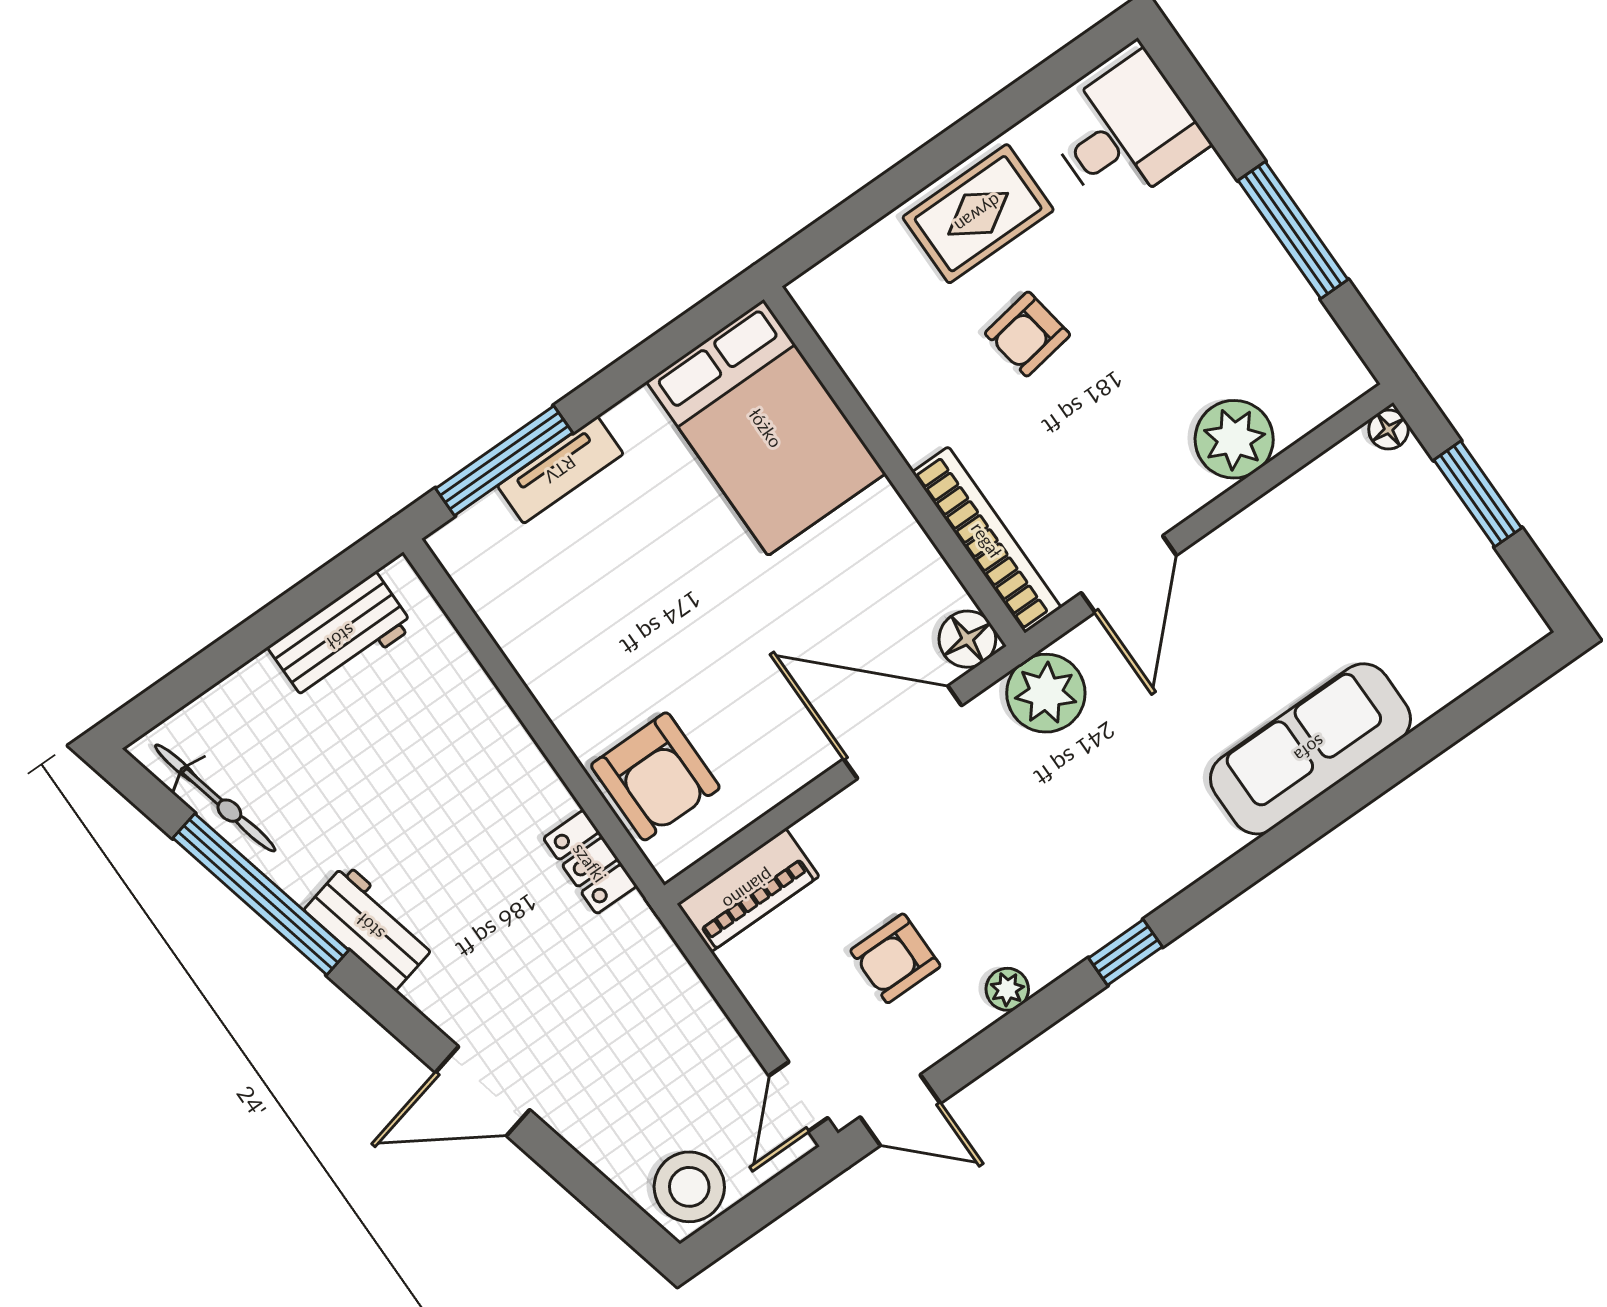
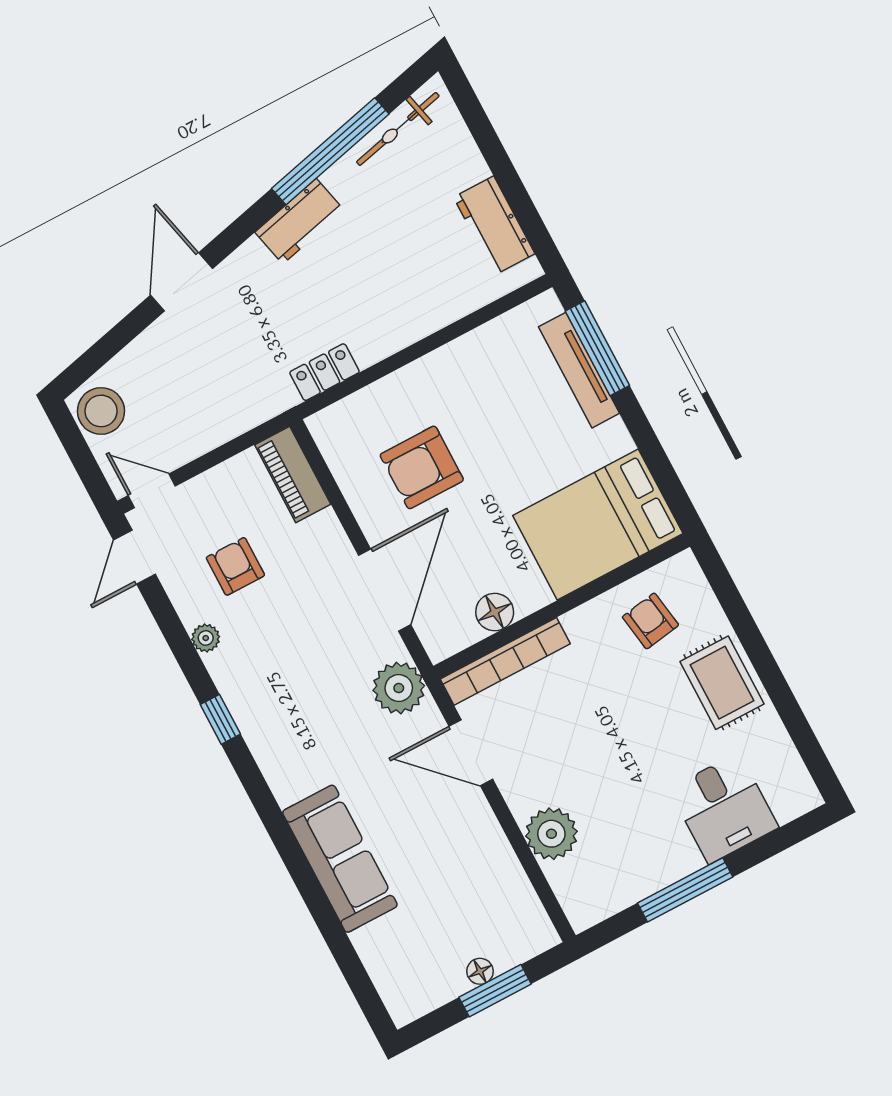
desk: (1126, 133) -> (724, 808), moved
armchair: (1027, 334) -> (650, 621), moved
floor lamp: (1389, 429) -> (480, 971), moved
tv unit: (560, 470) -> (579, 370), width x1.41
floor lamp: (967, 639) -> (495, 612), moved
armchair: (655, 776) -> (422, 467), moved

